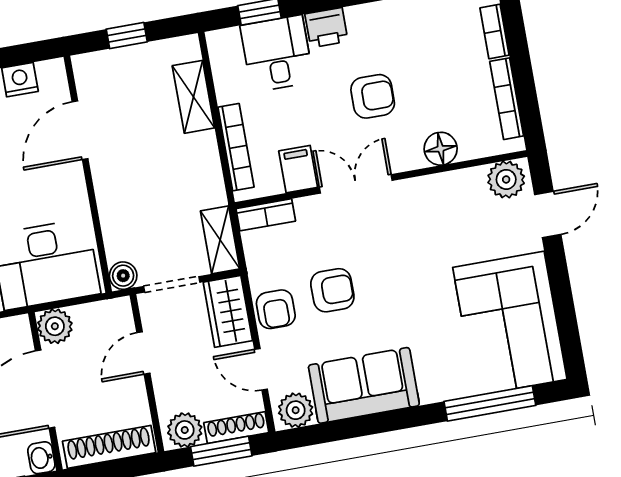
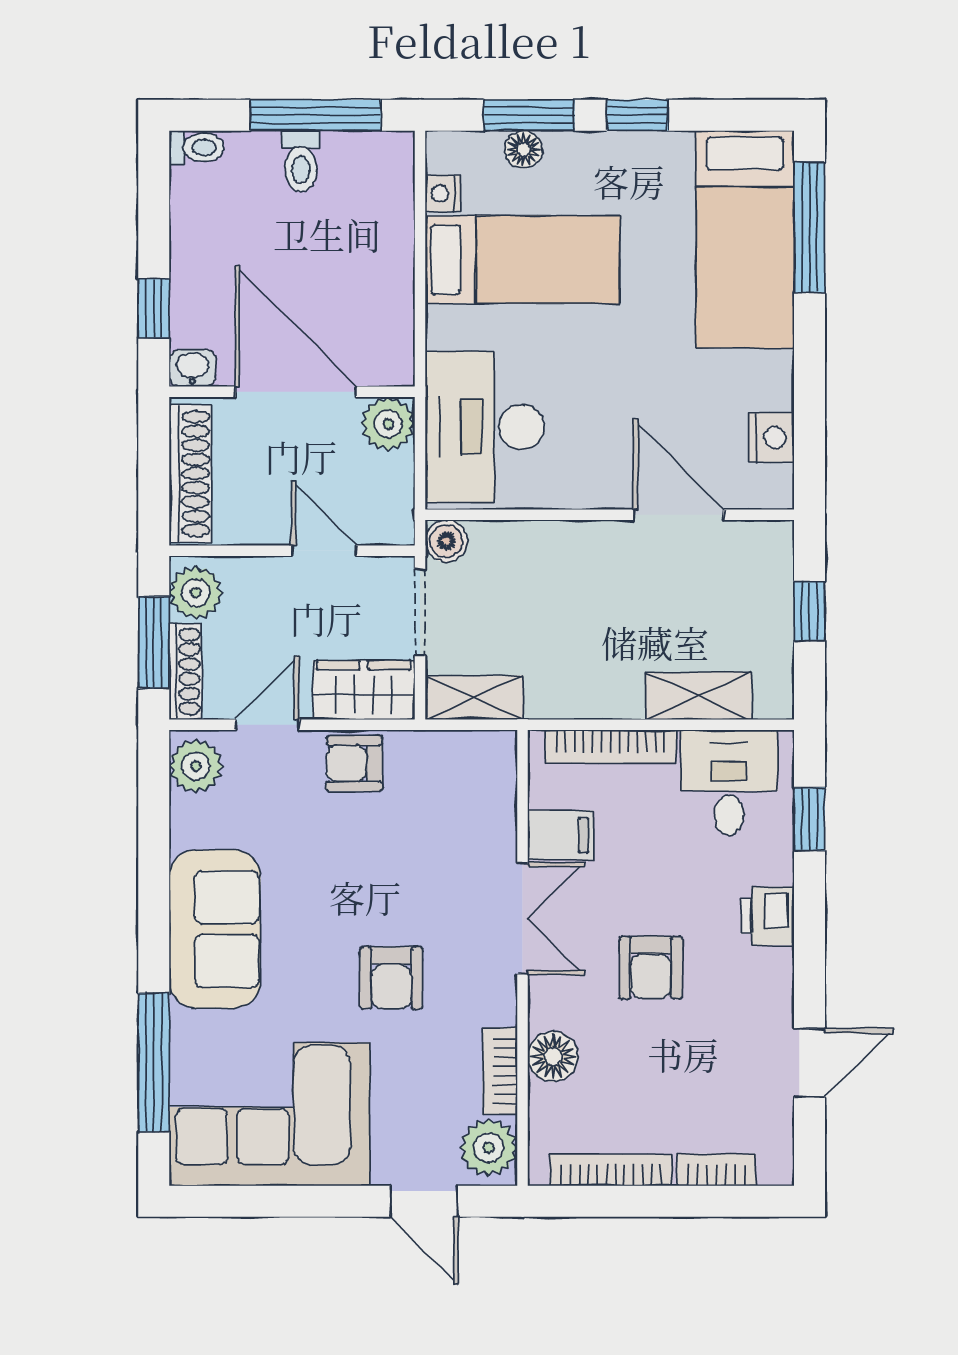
desk: (277, 54) -> (729, 783), moved, turned -90
bookcase: (266, 215) -> (500, 1071), moved
armchair: (332, 290) -> (391, 978), moved
sofa: (364, 385) -> (215, 929), moved

